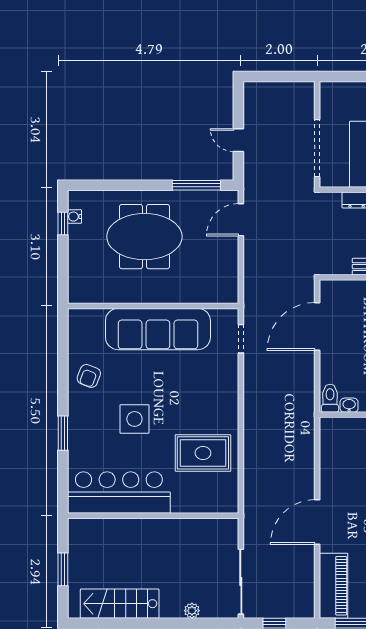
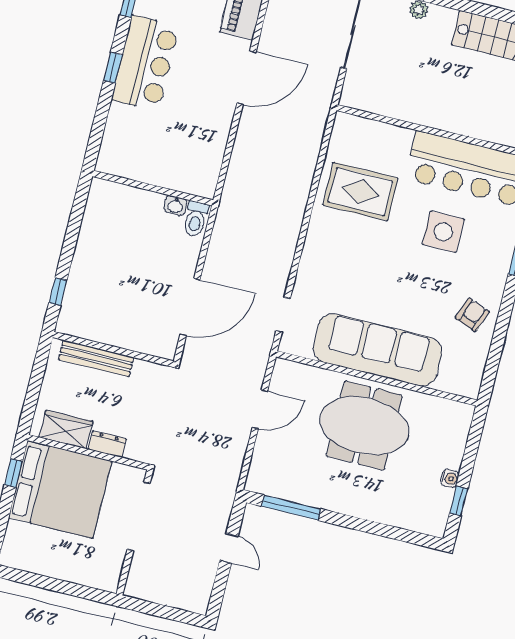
water cooler: (75, 217) -> (450, 478), moved
door: (241, 220) -> (260, 409), moved
meeting table: (144, 237) -> (364, 426), moved
side table: (134, 419) -> (443, 232), moved

